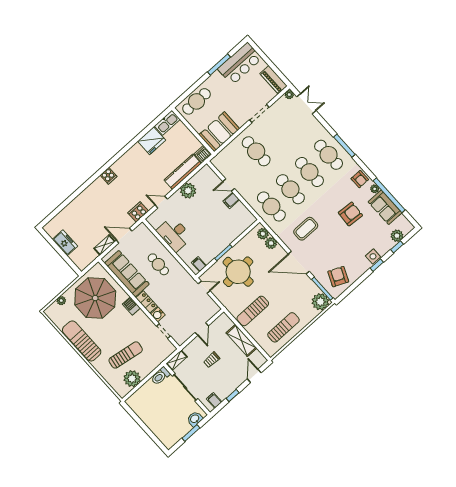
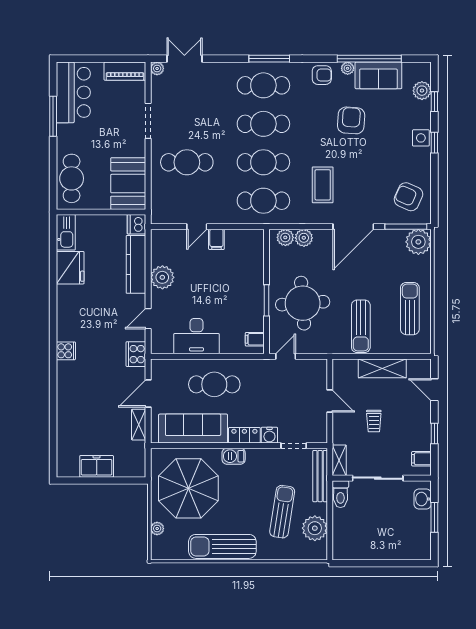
cafe table: (158, 264) -> (214, 384), width x1.37, depth x1.35
bench: (160, 358) -> (320, 476), added

